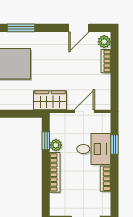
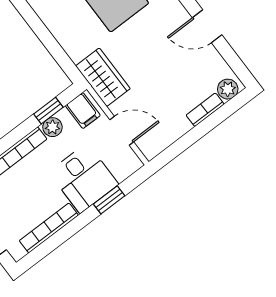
door: (79, 28) -> (207, 26), moved
filing cabinet: (59, 123) -> (83, 111), added
bookcase: (106, 179) -> (49, 228), width x1.56

